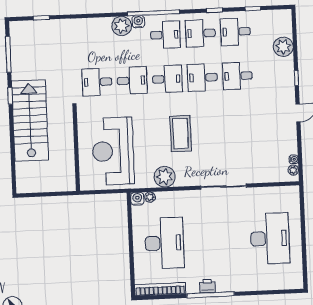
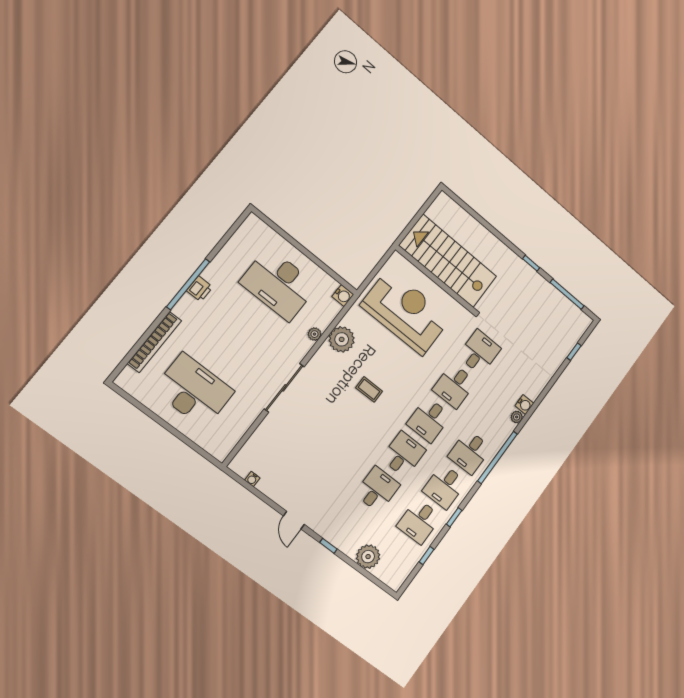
water cooler: (138, 22) -> (524, 405), moved
plant: (122, 26) -> (517, 417), width x0.53, depth x0.53
desk: (236, 32) -> (419, 521), turned 180
desk: (200, 33) -> (445, 486), turned 180
stairs: (30, 121) -> (448, 261), moved, turned 180
coffee table: (181, 134) -> (369, 389), width x0.54, depth x0.58
plant: (293, 170) -> (242, 470), removed
plant: (150, 197) -> (315, 334), moved
desk: (270, 238) -> (194, 391), turned 180
bookcase: (160, 289) -> (154, 342), moved

